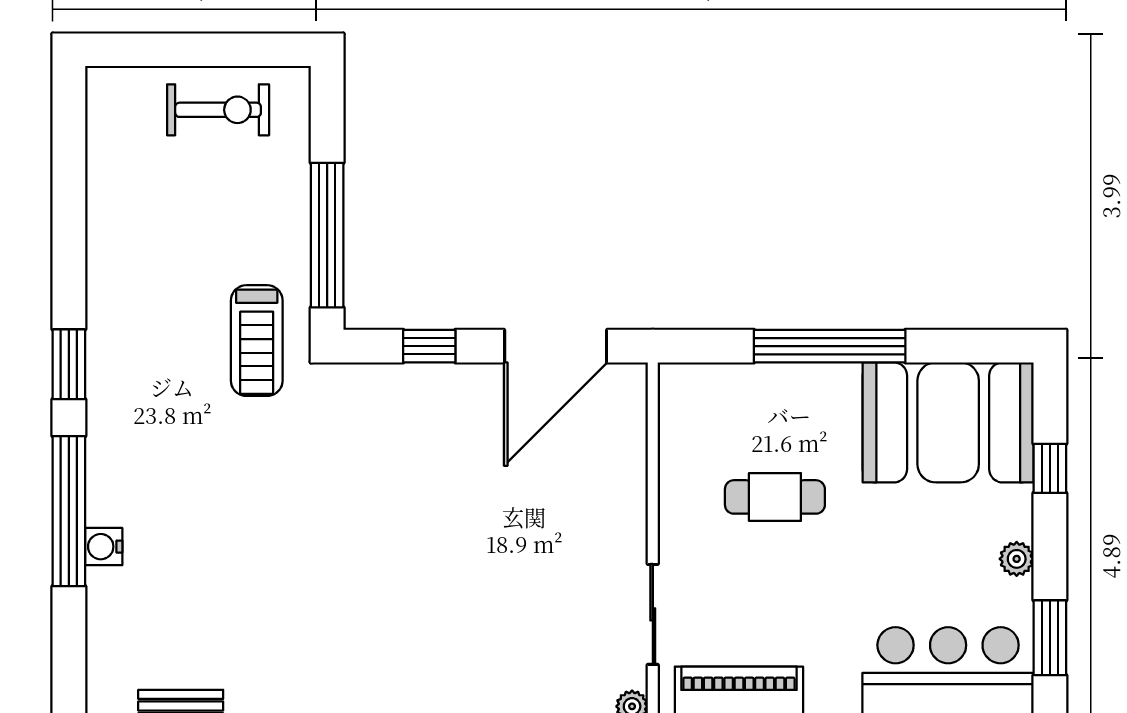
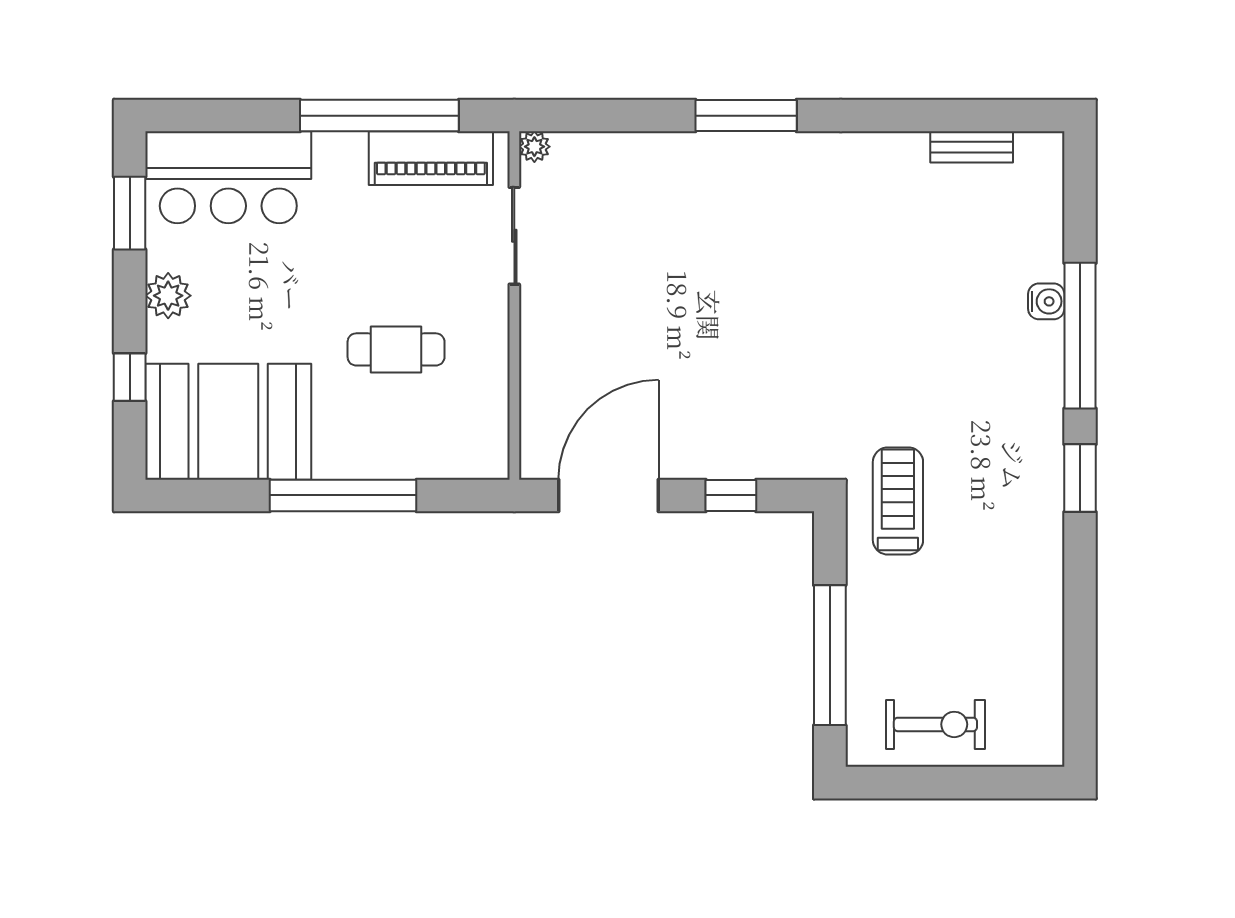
exercise bike: (218, 110) -> (935, 724), turned 180
window: (327, 235) -> (830, 655), moved
plant: (1017, 559) -> (168, 296), width x1.38, depth x1.38

